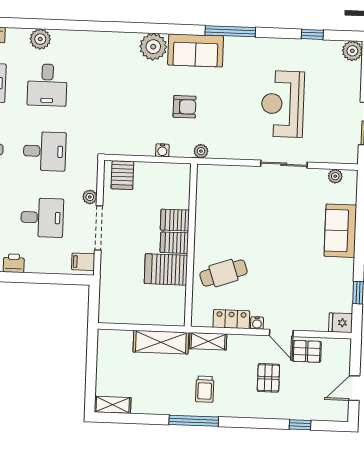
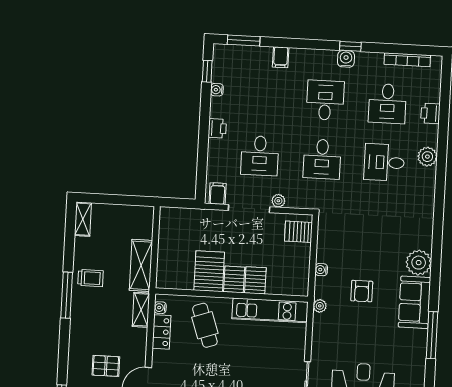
kitchen unit: (207, 204) -> (270, 310), added
water cooler: (257, 323) -> (160, 308), moved
trolley: (205, 389) -> (90, 278), moved, turned 180

